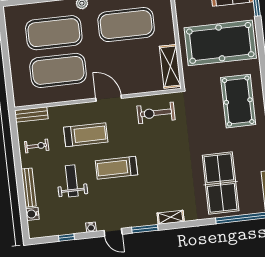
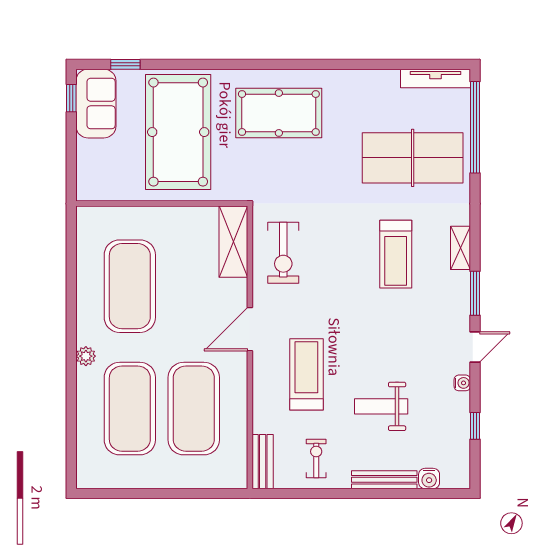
shelving: (170, 66) -> (233, 242), moved, turned 90
treadmill: (116, 168) -> (396, 254), moved

